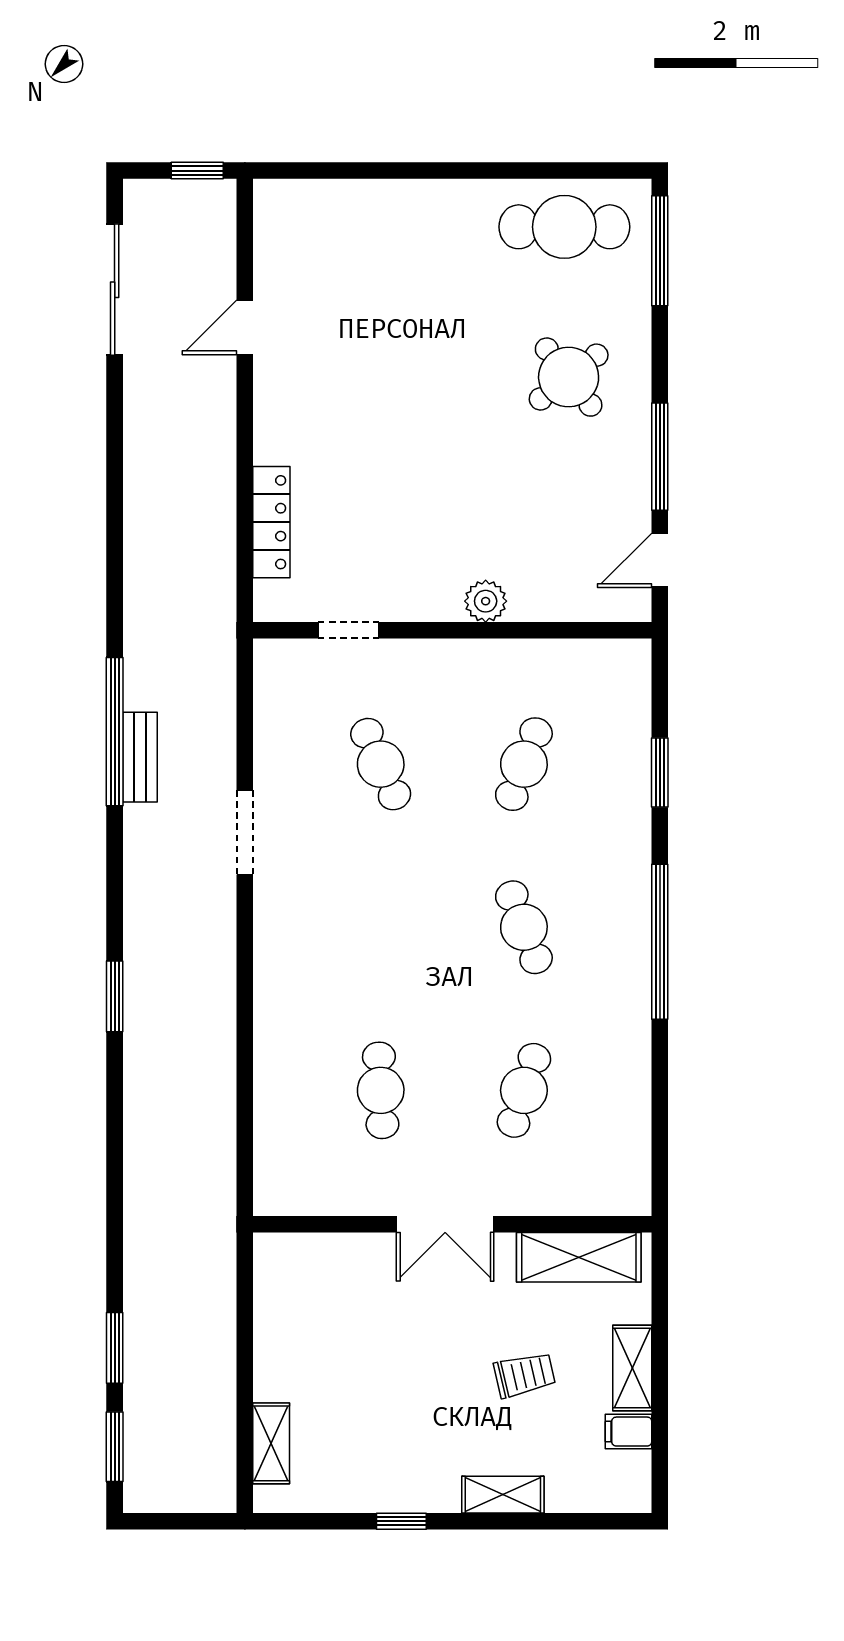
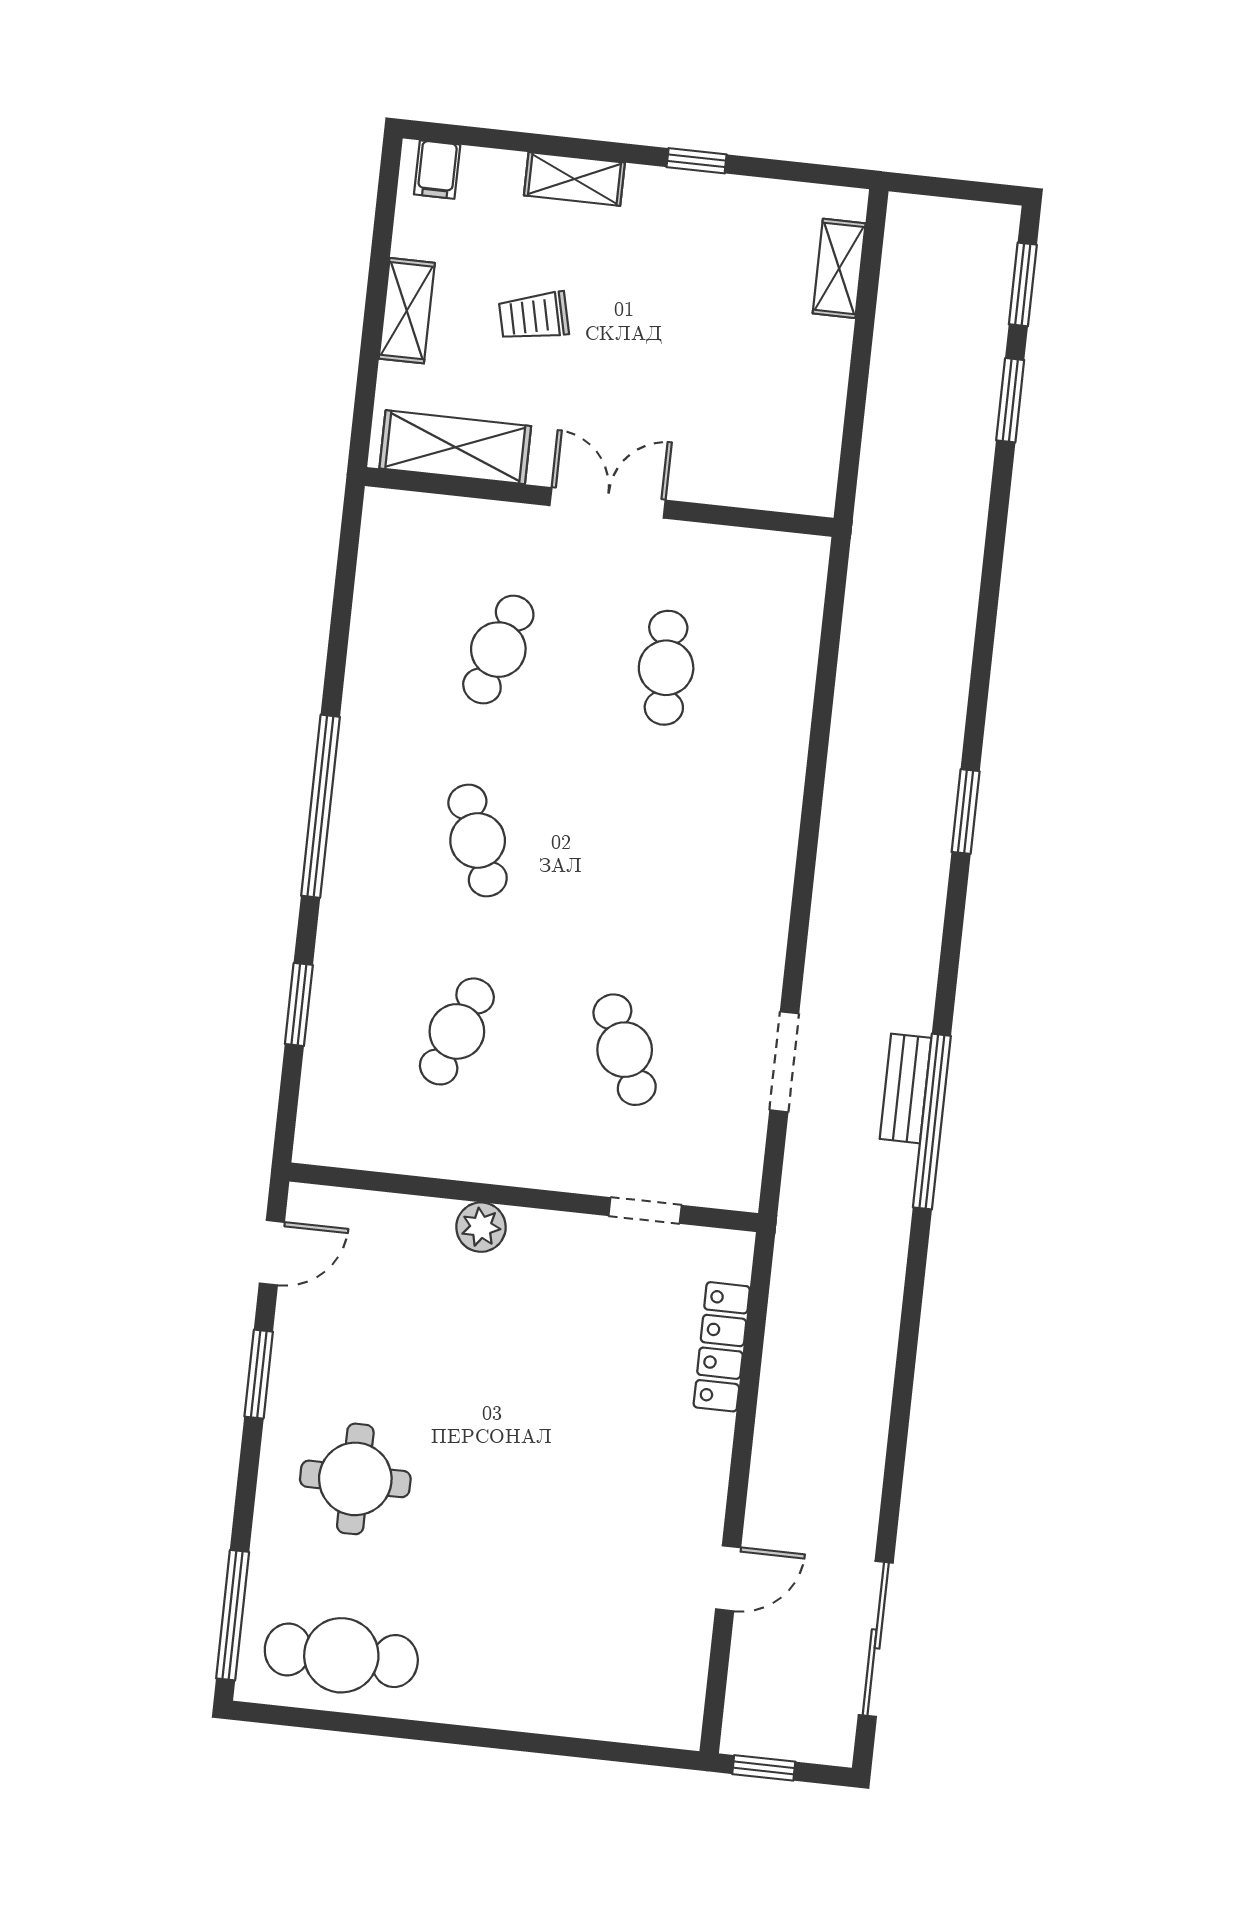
round table: (569, 377) -> (355, 1479), turned 38
window: (660, 457) -> (259, 1374), width x0.69
doorway: (245, 832) -> (784, 1062), moved
filing cabinet: (629, 1432) -> (437, 170), moved, turned 90

